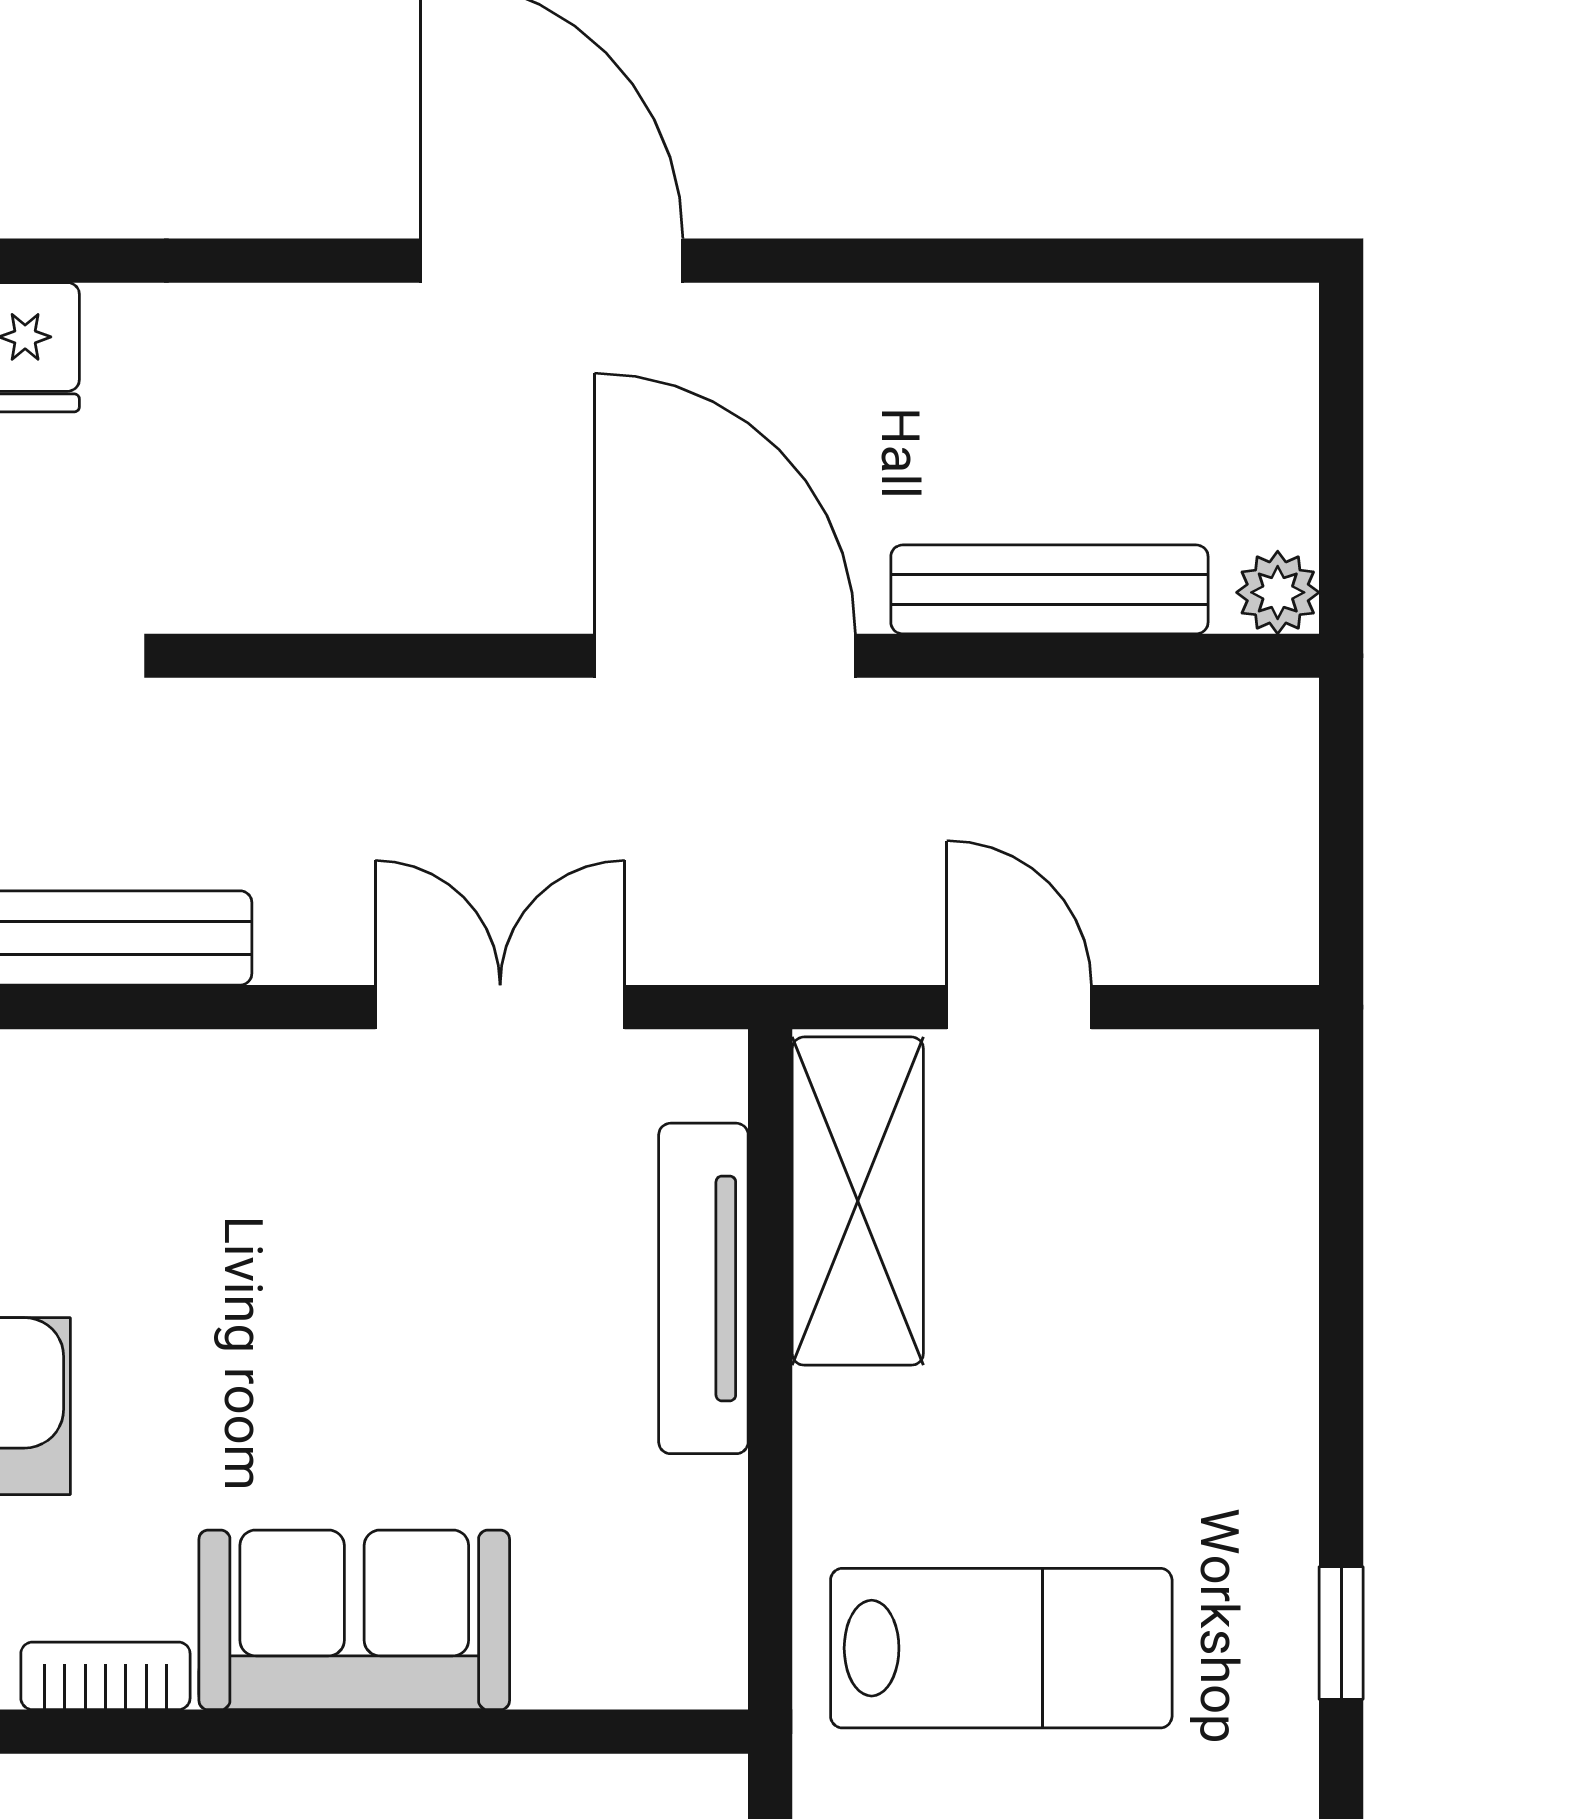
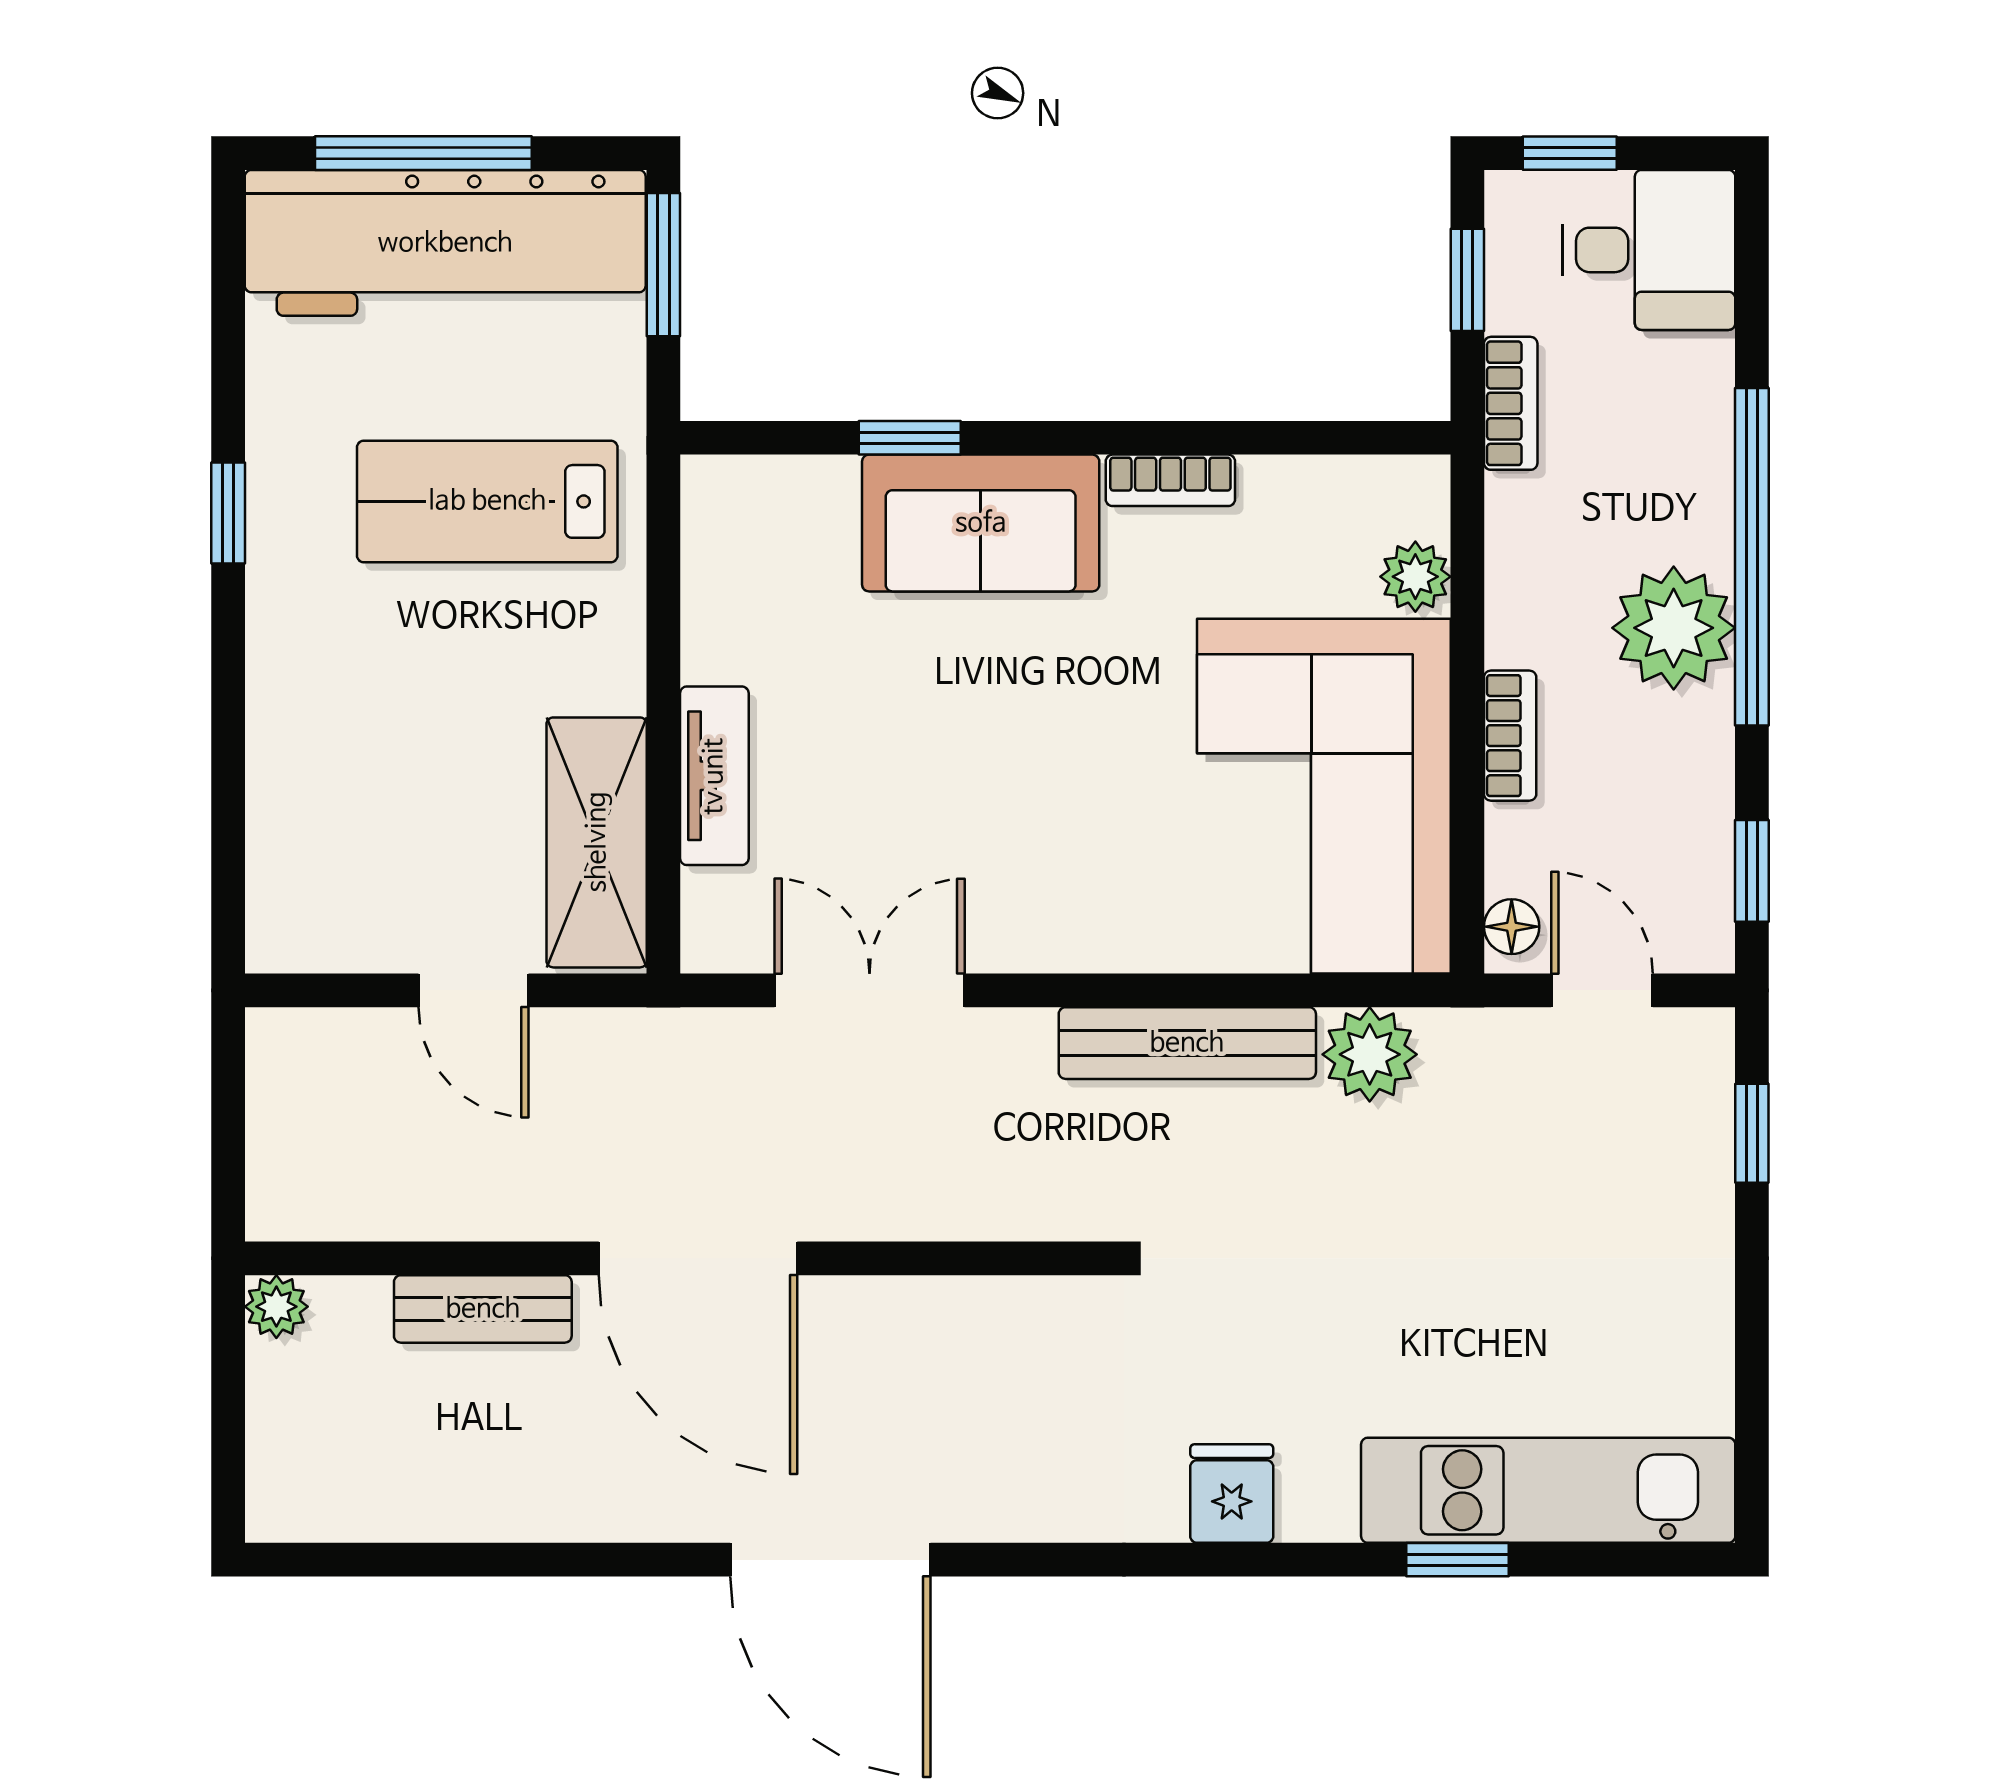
bench: (1049, 589) -> (483, 1309), width x0.73
double door: (500, 1007) -> (870, 990), swing flipped
tv unit: (703, 1288) -> (714, 776), width x0.71
window: (447, 1732) -> (910, 438), added

